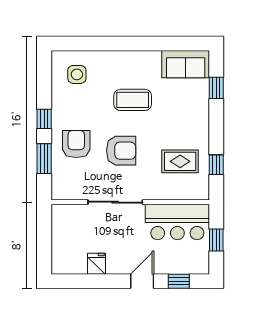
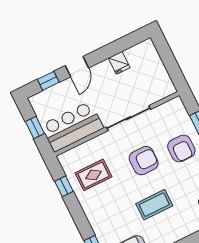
armchair: (121, 151) -> (144, 161), turned 180

